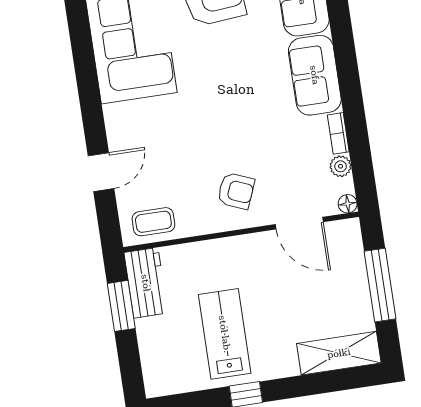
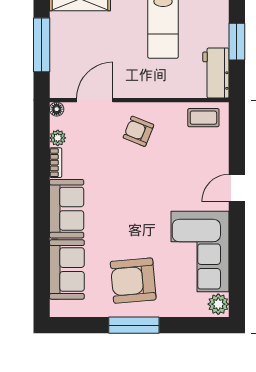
door: (101, 172) -> (237, 188), moved
door: (299, 223) -> (95, 100), hinge flipped
window: (121, 306) -> (237, 42), moved

